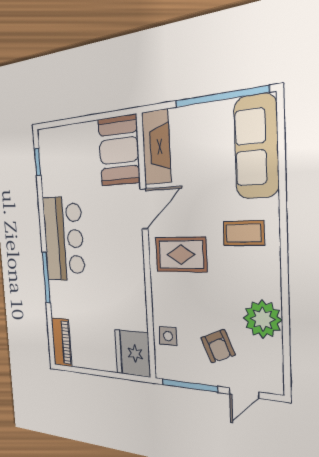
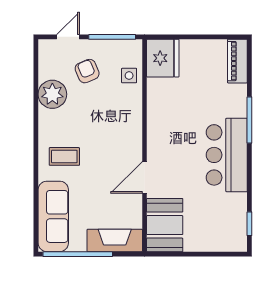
fireplace: (156, 147) -> (115, 241), moved, turned 90
rug: (181, 255) -> (114, 141), removed

